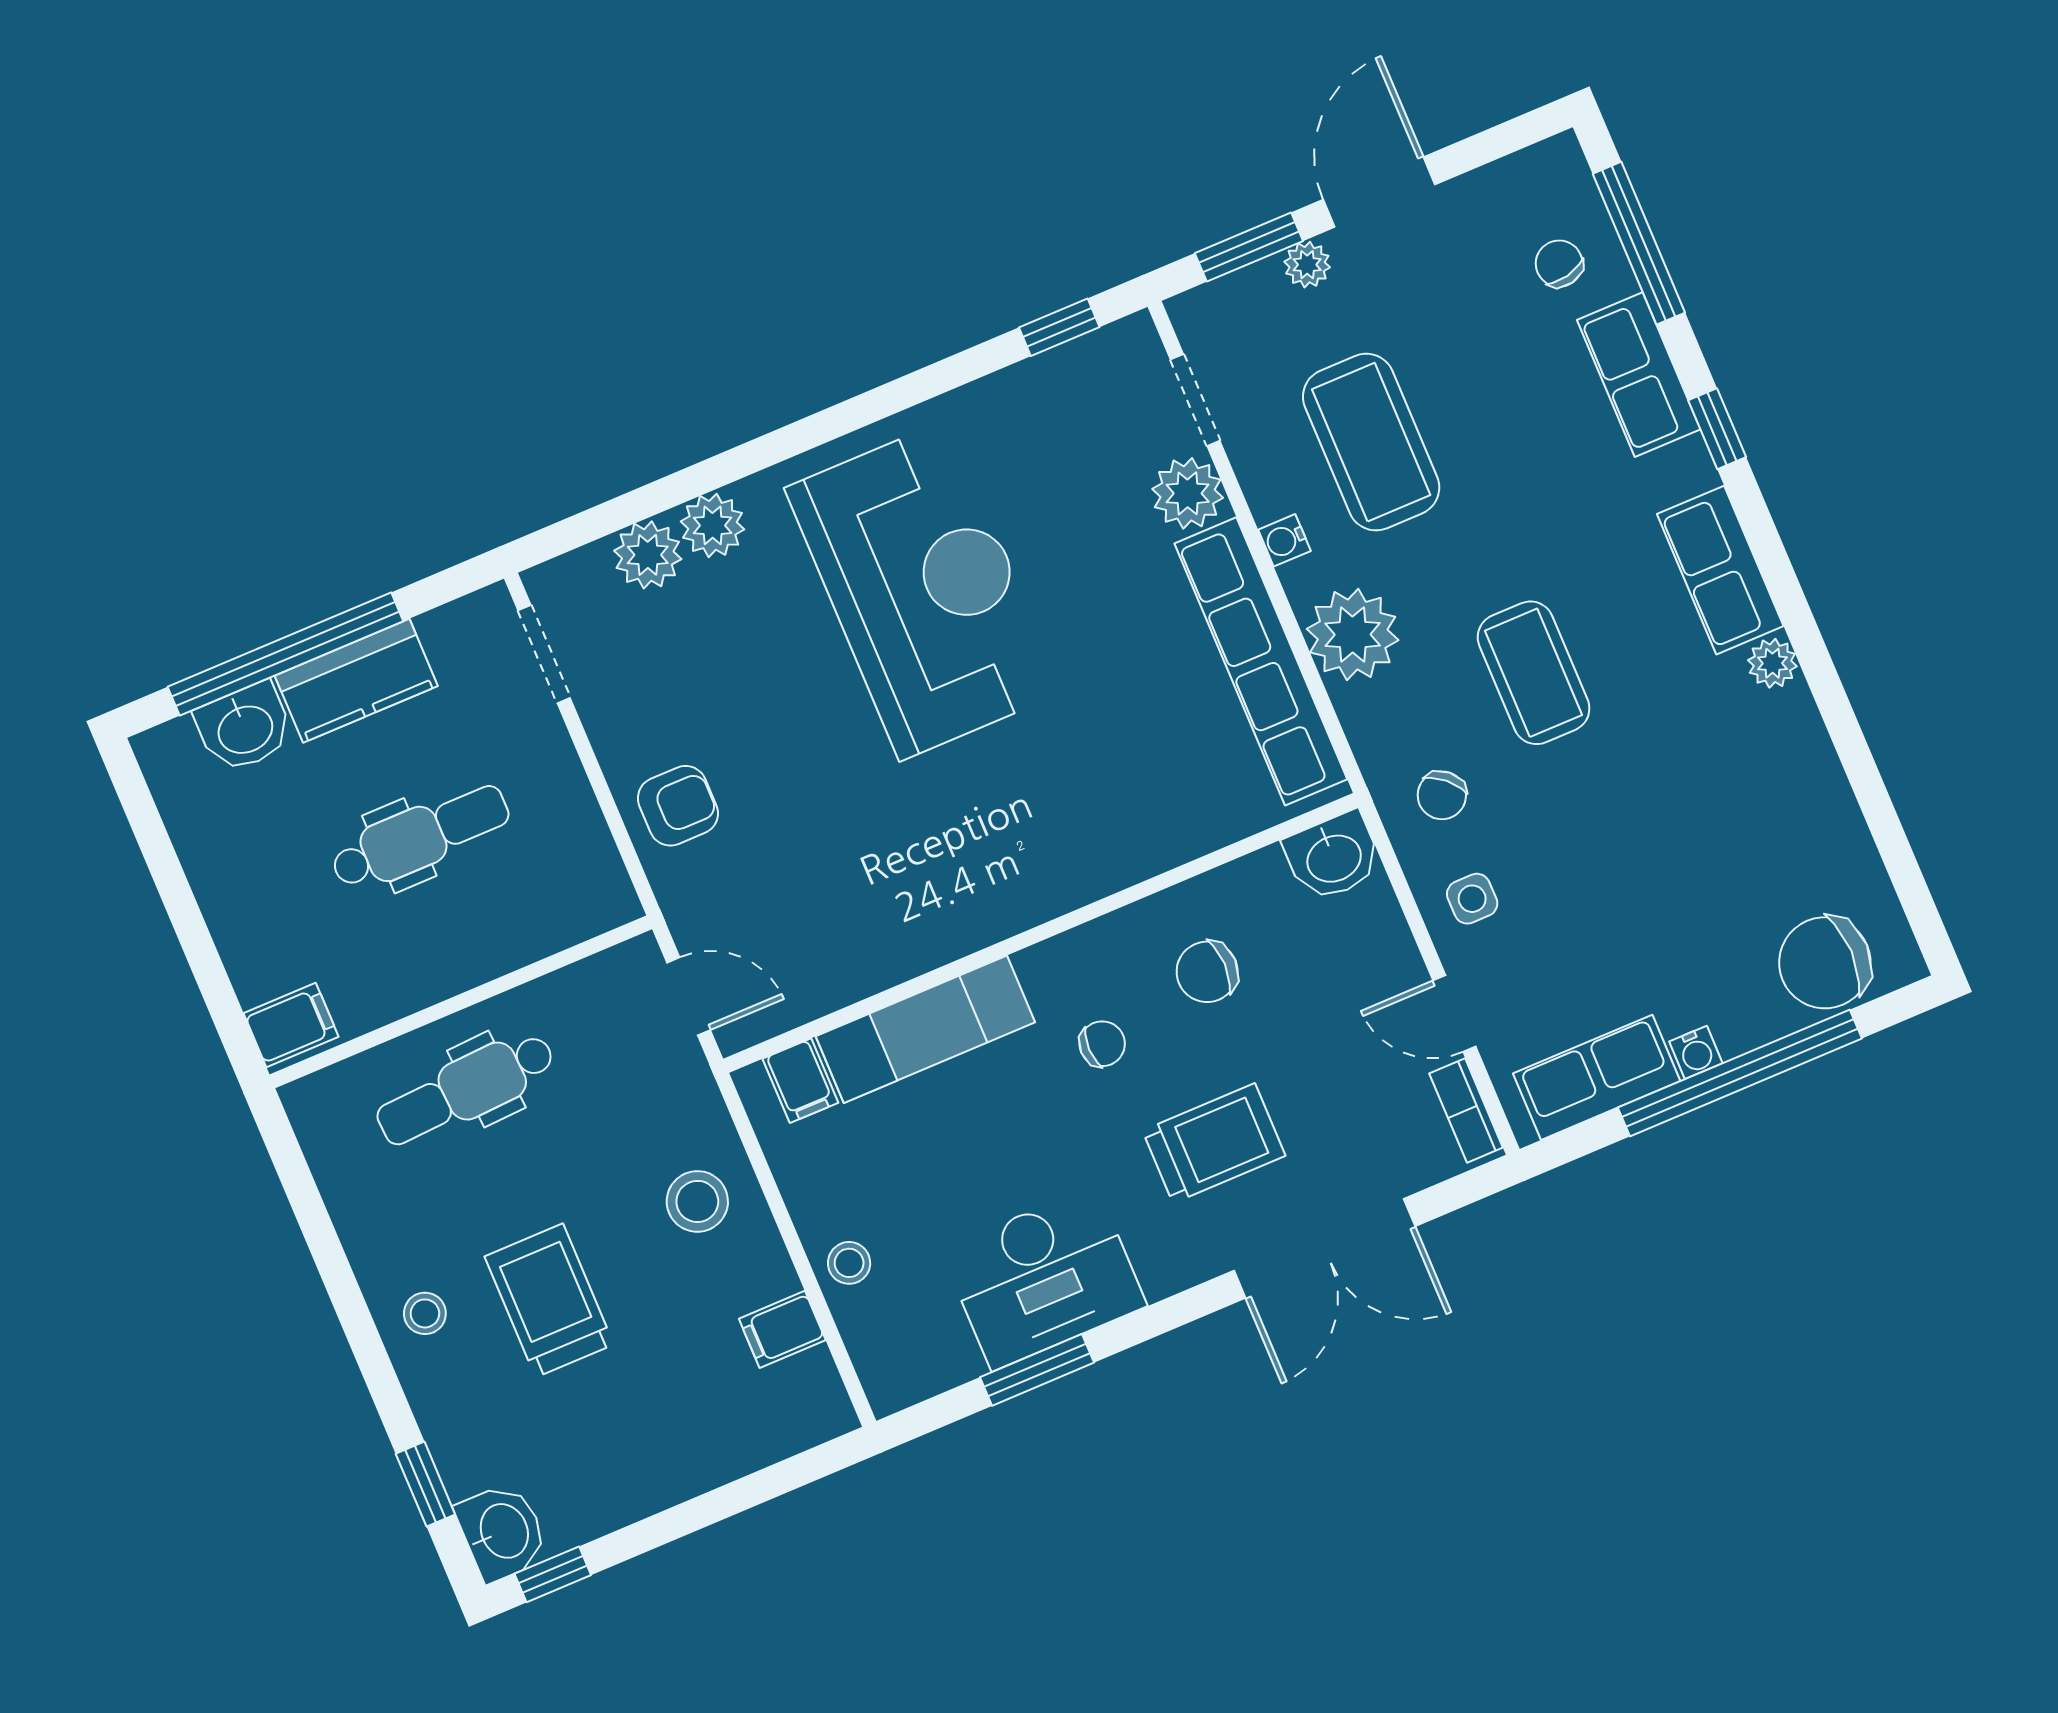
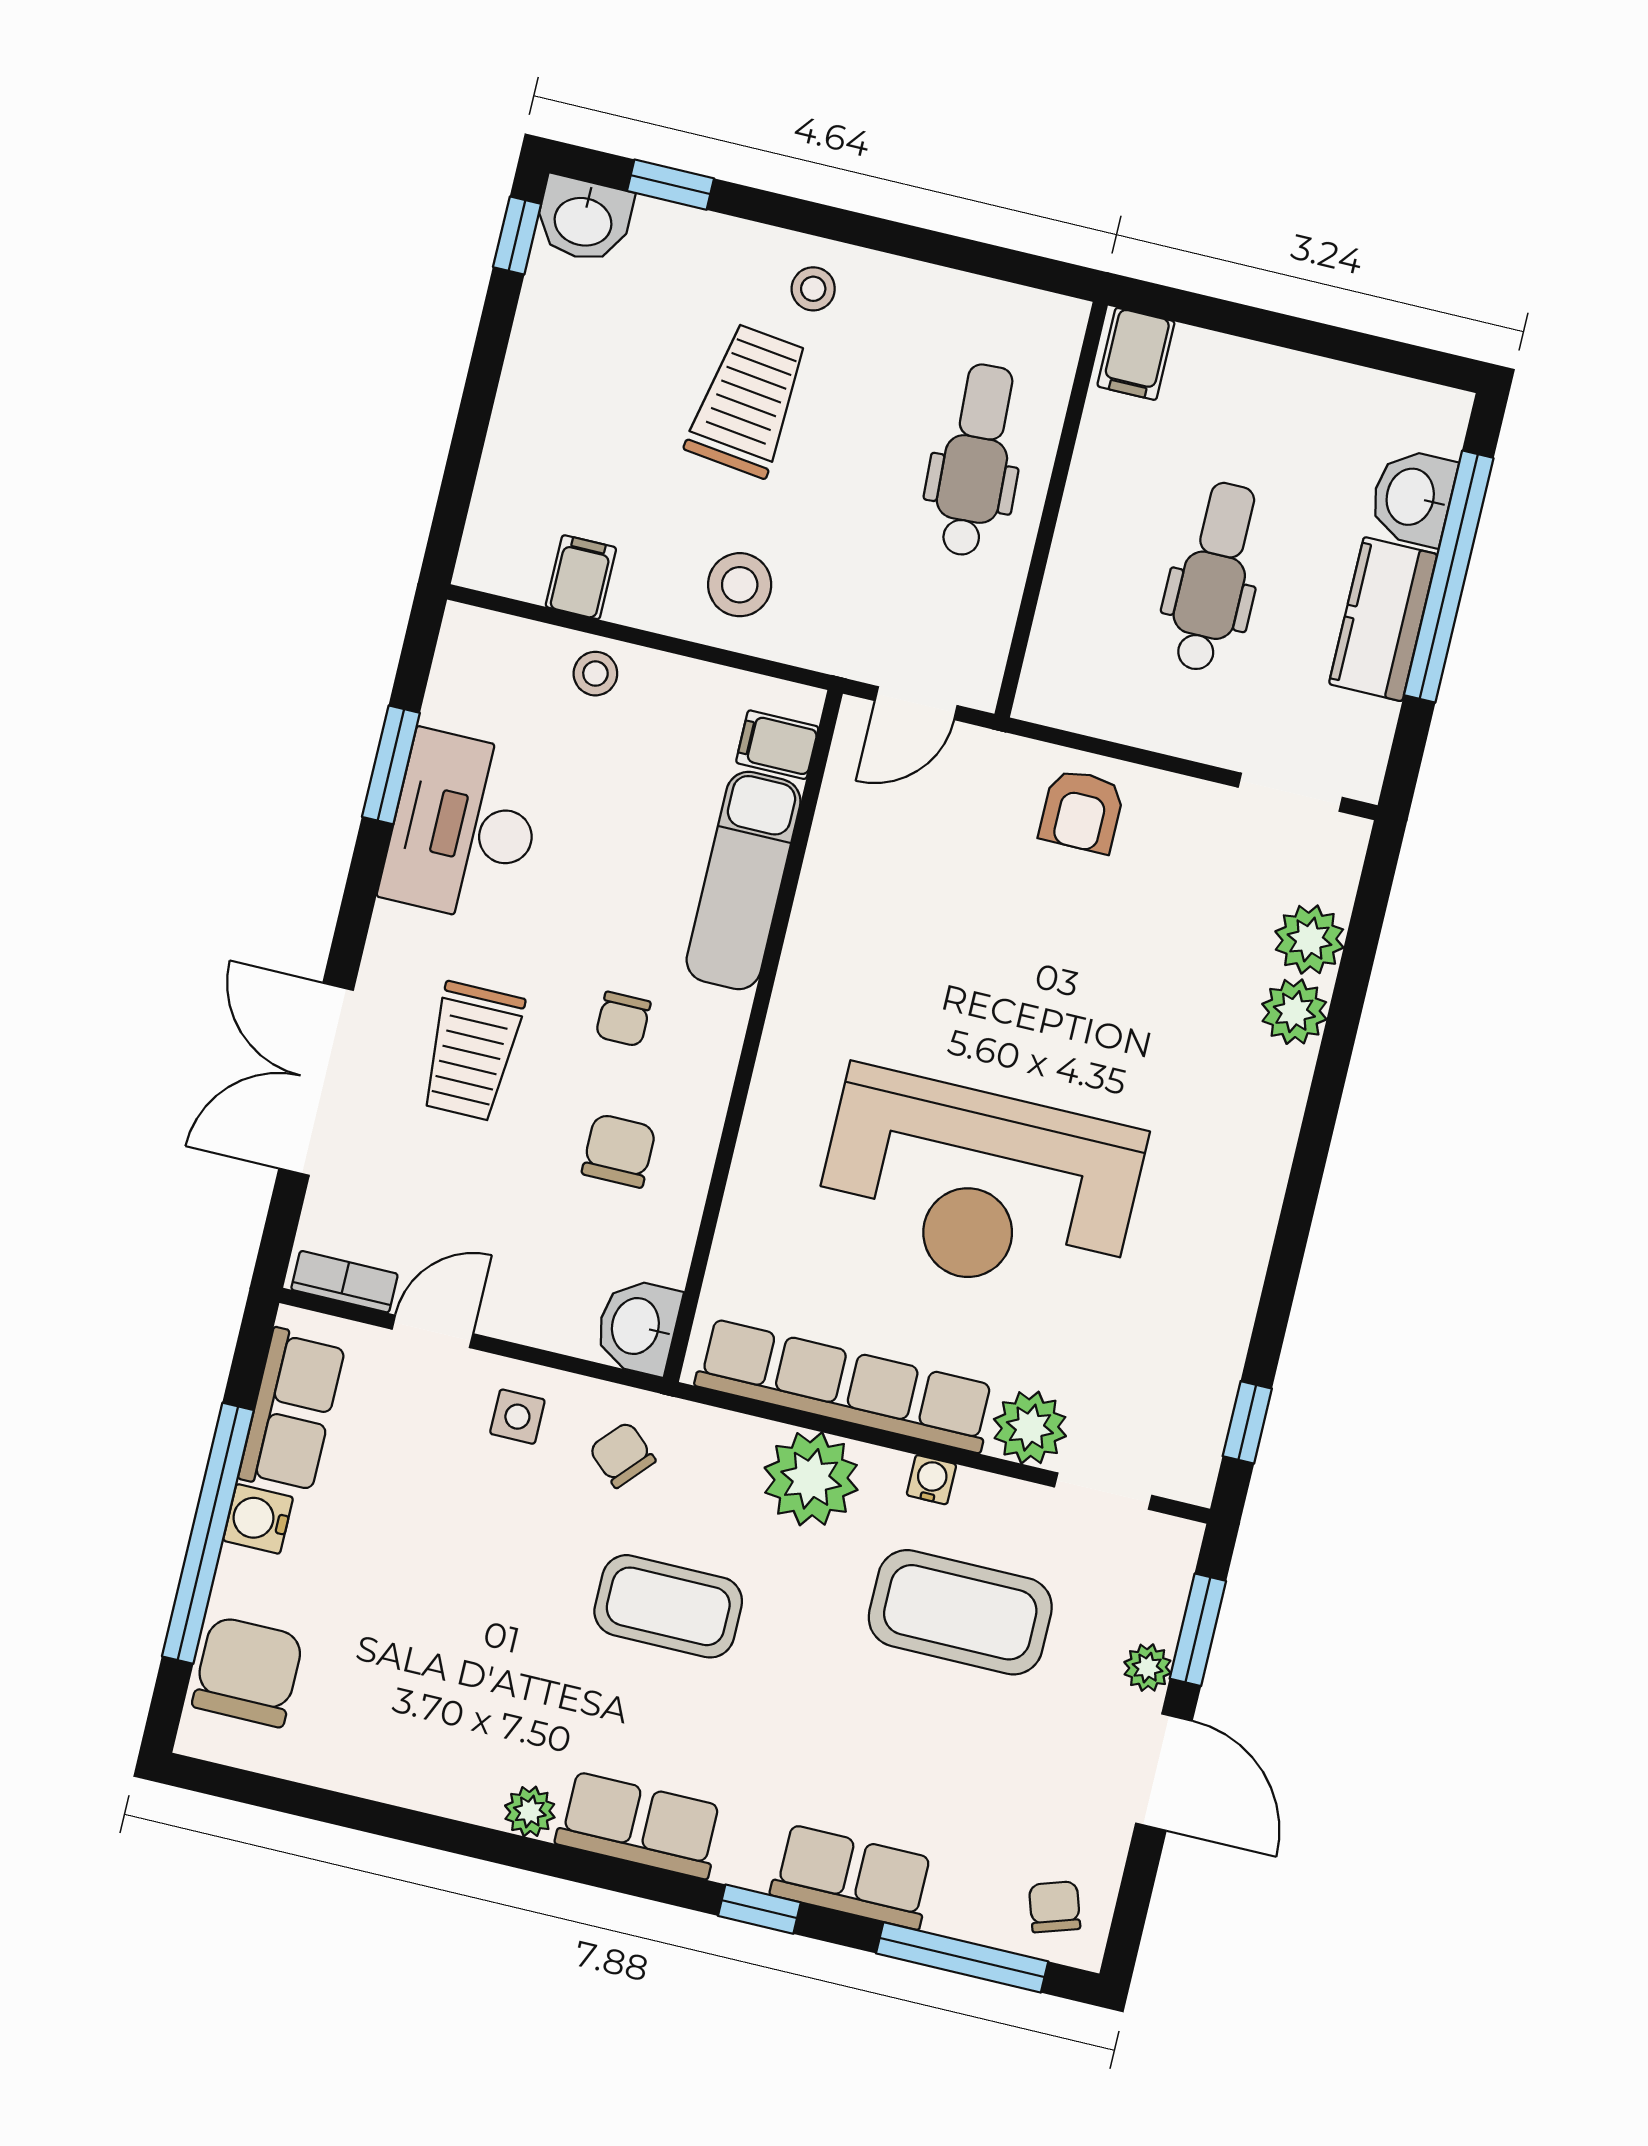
chair: (1559, 264) -> (1055, 1907), moved, turned -96
reception desk: (924, 590) -> (979, 1186), moved
dental chair: (420, 837) -> (1214, 577), turned 180
water cooler: (1696, 1052) -> (258, 1519), width x1.38, depth x1.38
trolley: (549, 1300) -> (748, 400), turned -83

